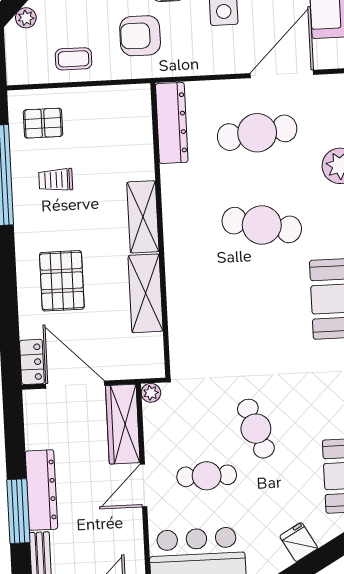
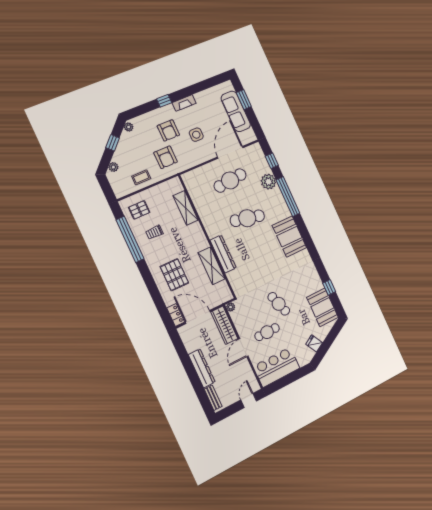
armchair: (140, 36) -> (166, 157), turned -90
dresser: (172, 123) -> (223, 254), moved
shelving: (143, 217) -> (186, 208), moved
window: (18, 511) -> (196, 382), removed

